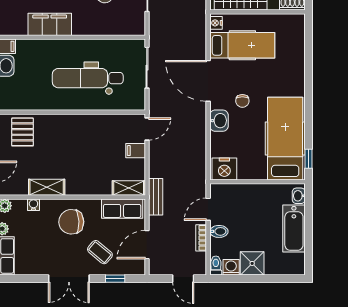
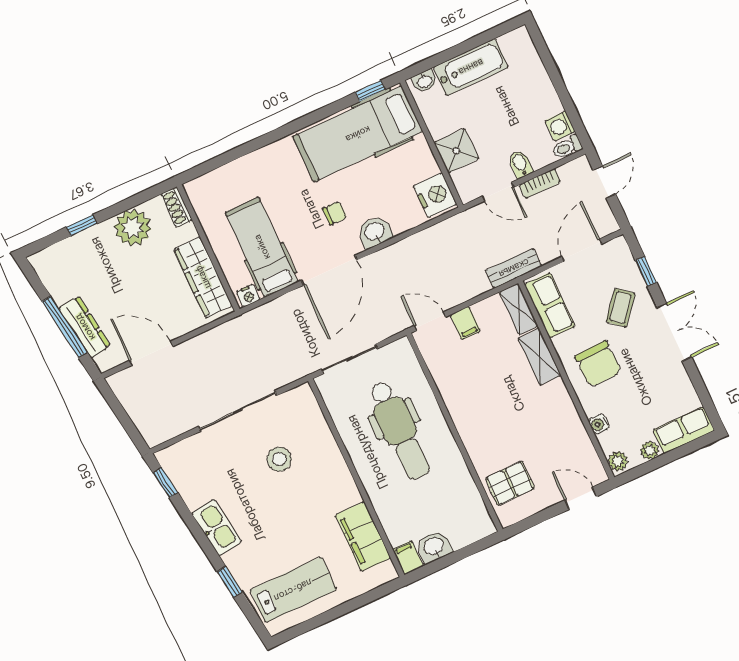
filing cabinet: (50, 24) -> (363, 537), moved
shelving: (47, 187) -> (540, 357), moved
door: (147, 245) -> (582, 250), swing flipped
shower: (252, 263) -> (456, 151), moved

